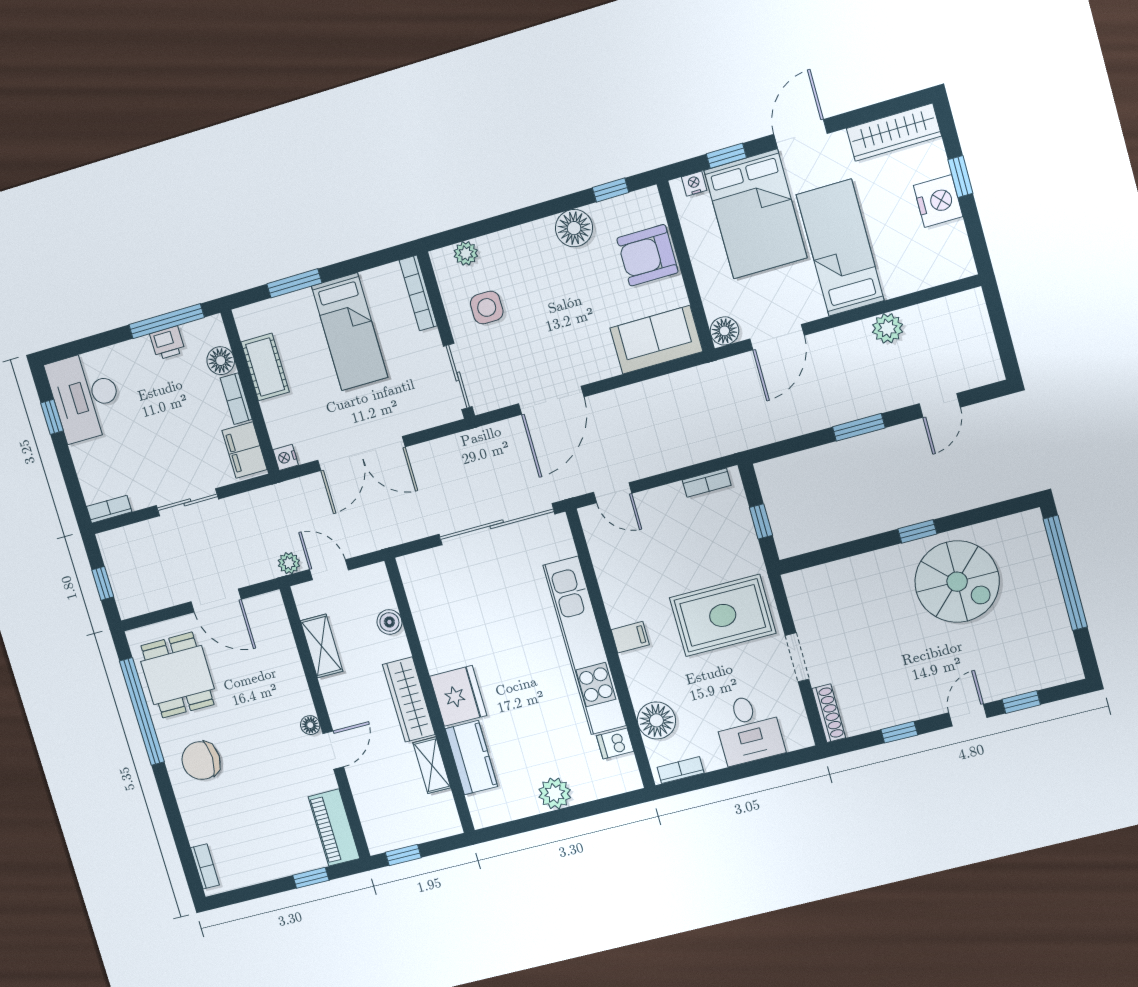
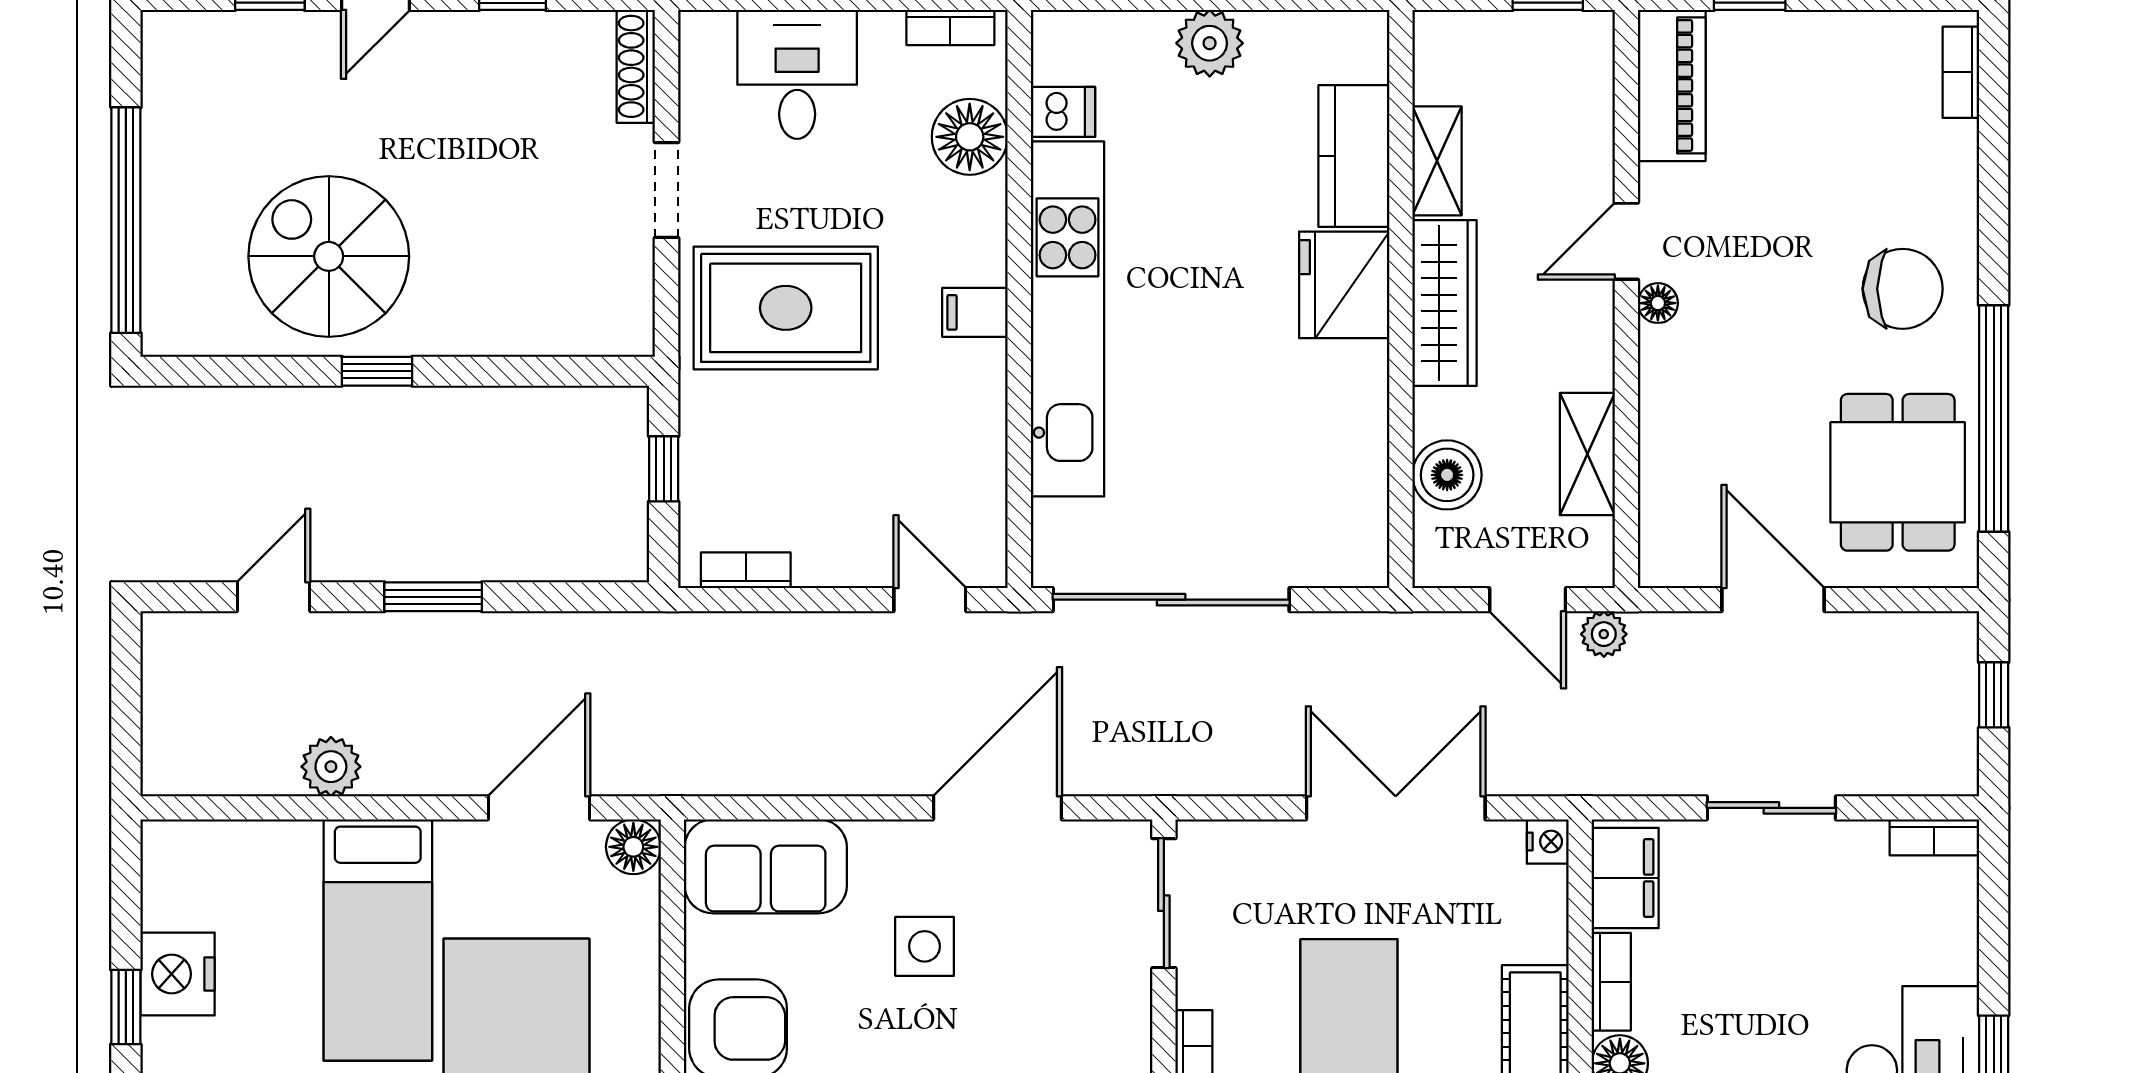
side table: (487, 308) -> (925, 946), moved
boiler: (389, 622) -> (1447, 475), width x1.36, depth x1.36

